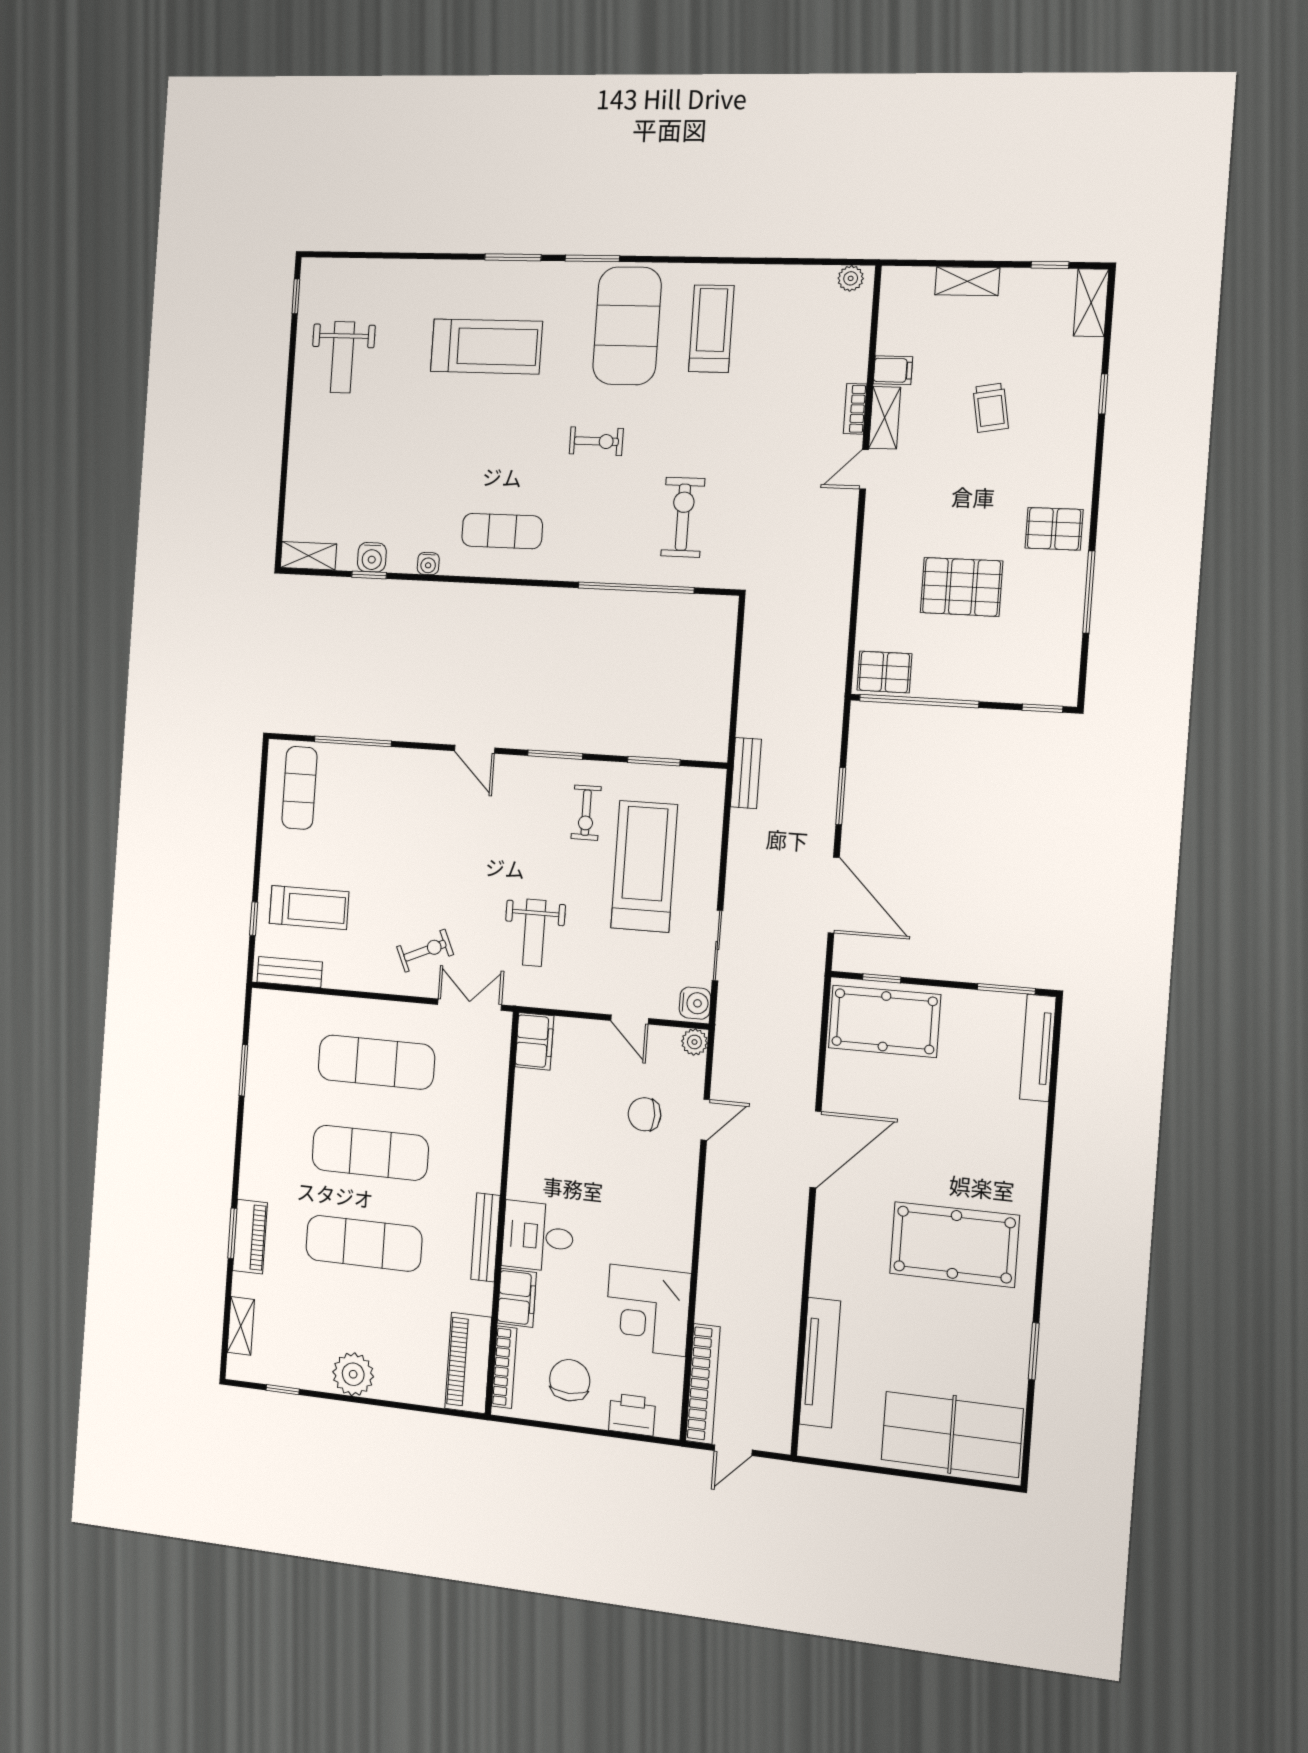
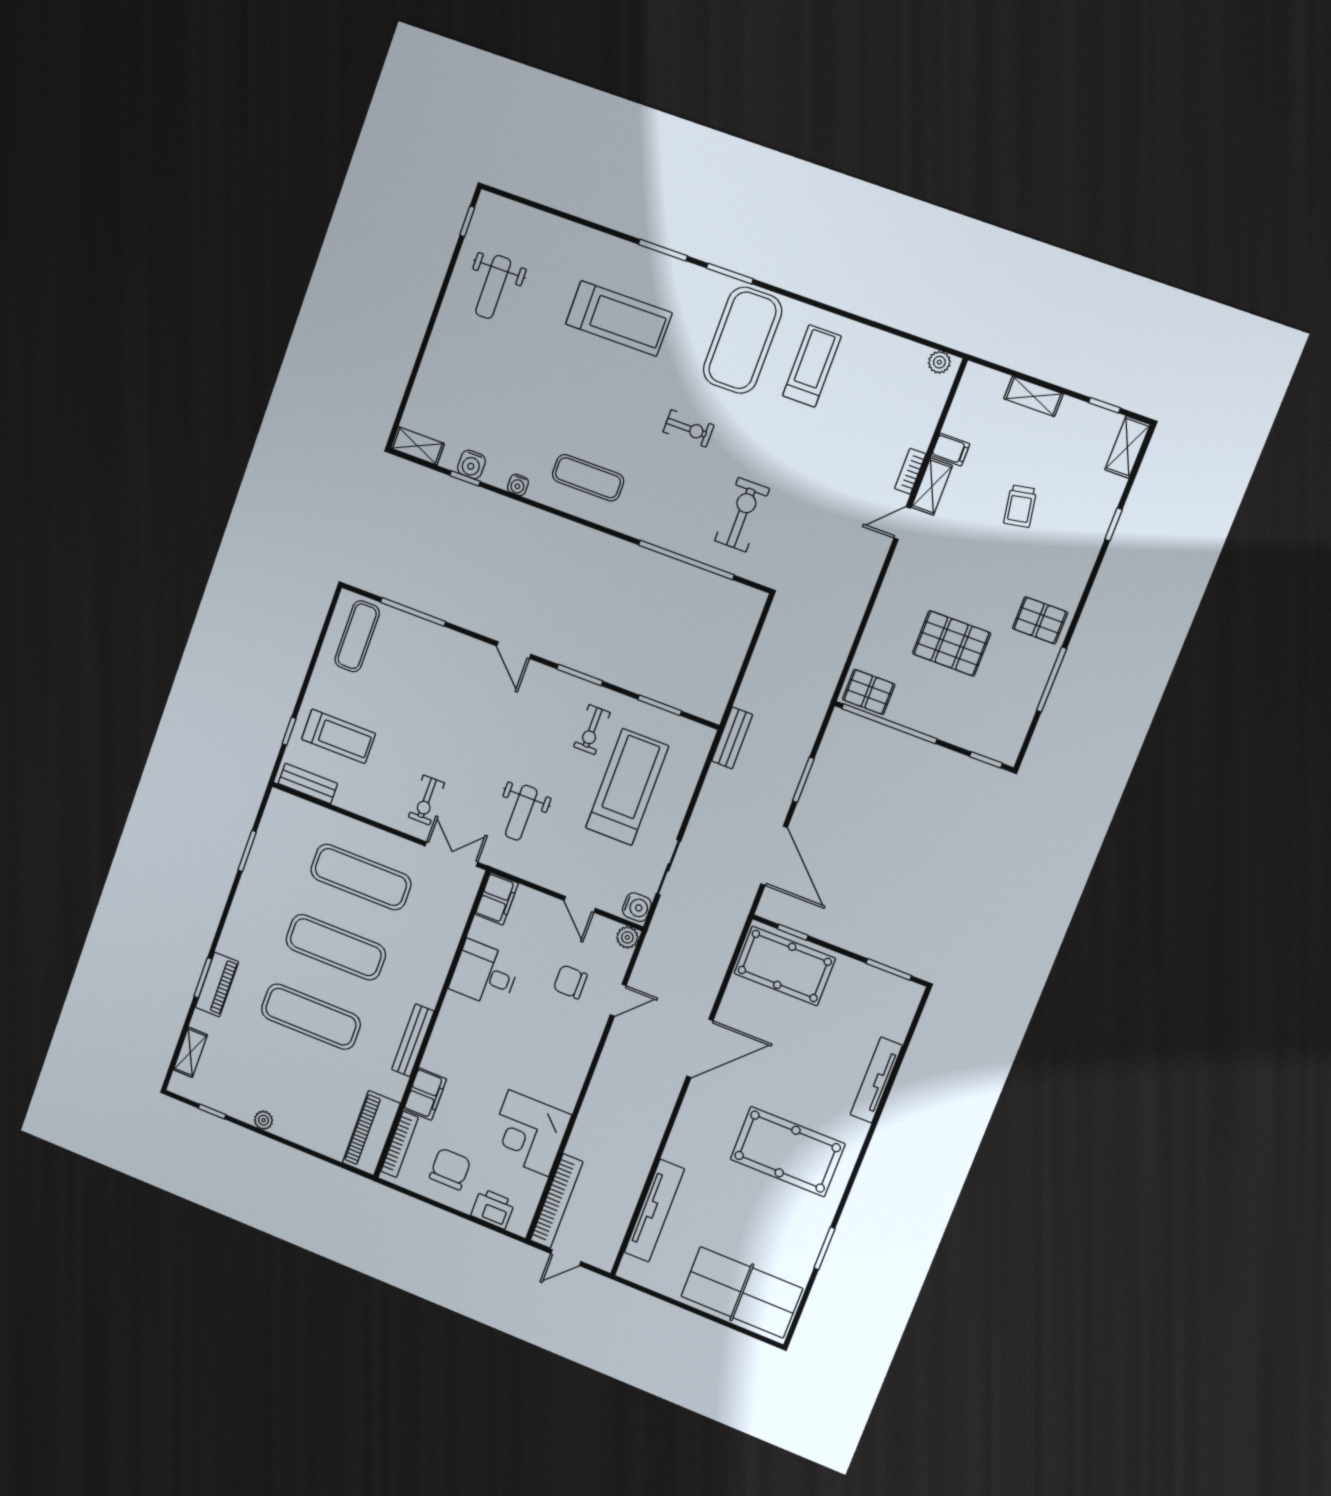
exercise bike: (425, 951) -> (426, 800), turned 114
tv unit: (1038, 1048) -> (876, 1080), moved
desk: (538, 1236) -> (485, 974), moved
plant: (353, 1374) -> (263, 1120), width x0.53, depth x0.53

